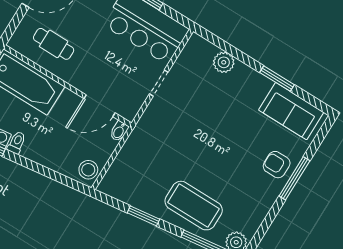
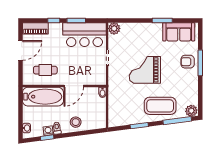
plant: (224, 62) -> (114, 28), moved
door: (99, 106) -> (74, 86), moved
grand piano: (204, 137) -> (145, 70), added
stool: (88, 170) -> (76, 122), moved

